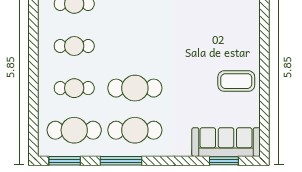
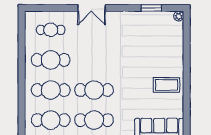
cafe table: (74, 46) -> (51, 60), width x1.37, depth x1.35
cafe table: (74, 88) -> (51, 90), width x1.37, depth x1.35

